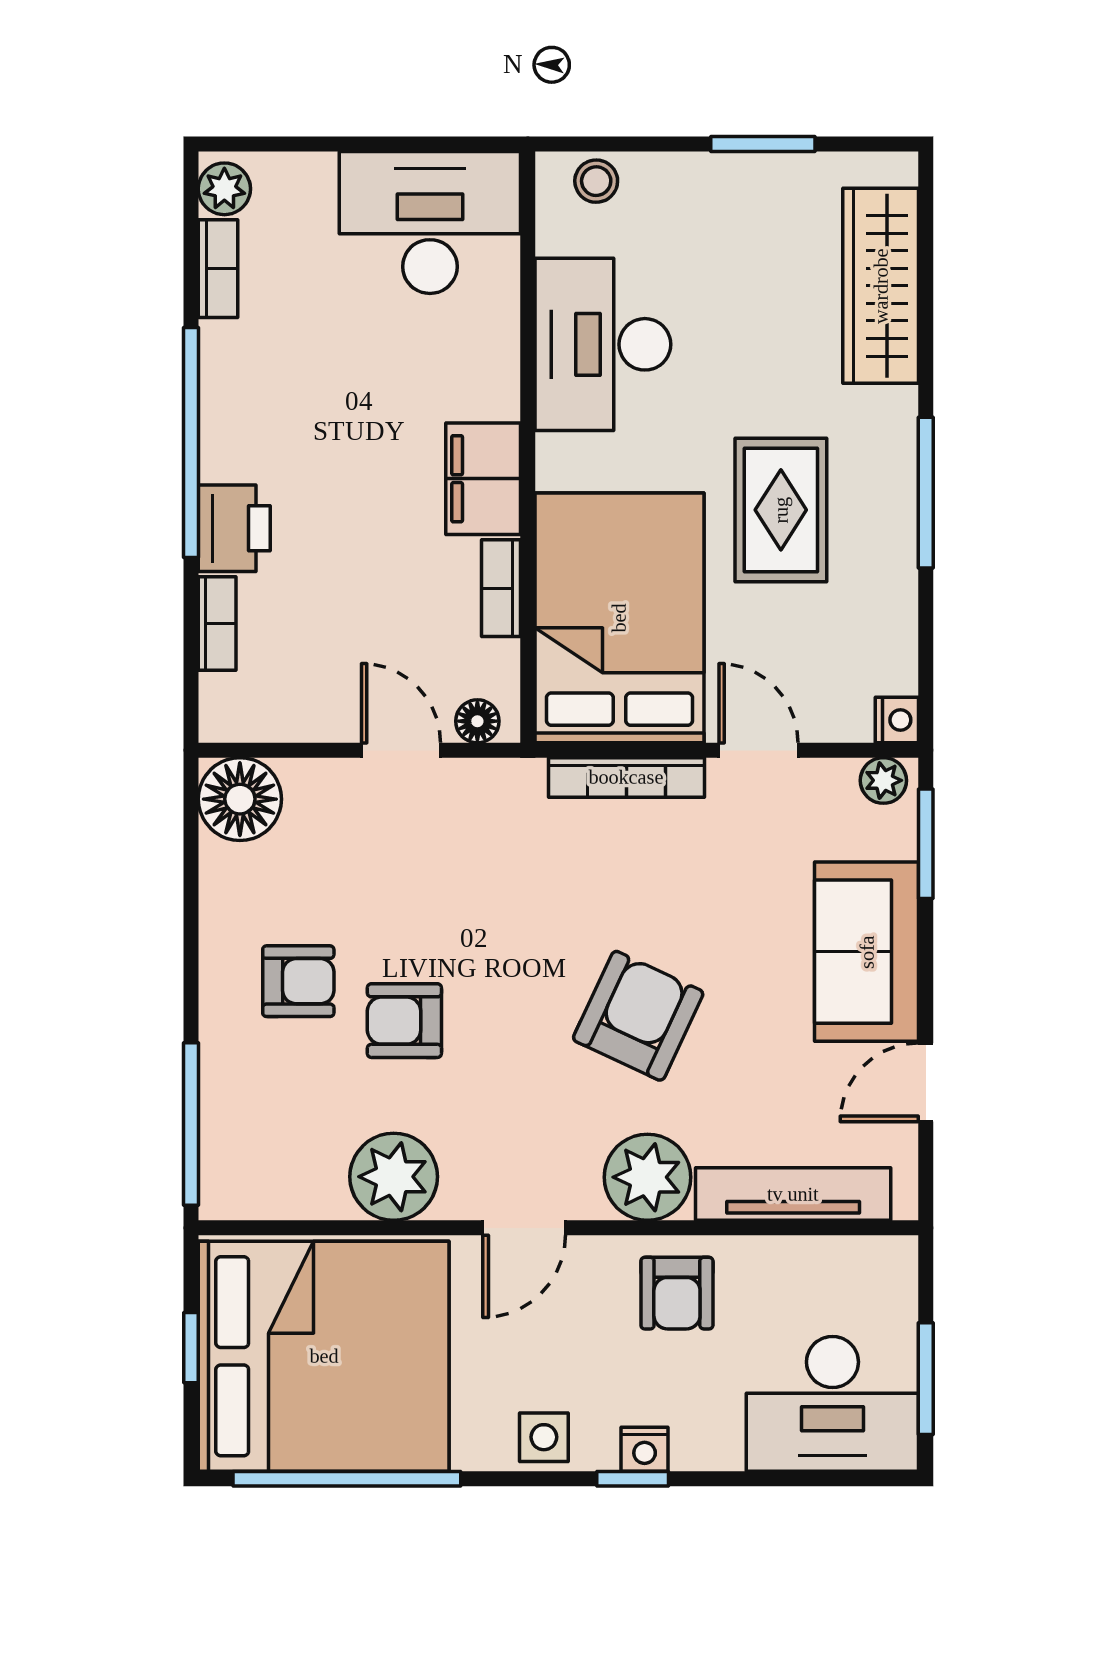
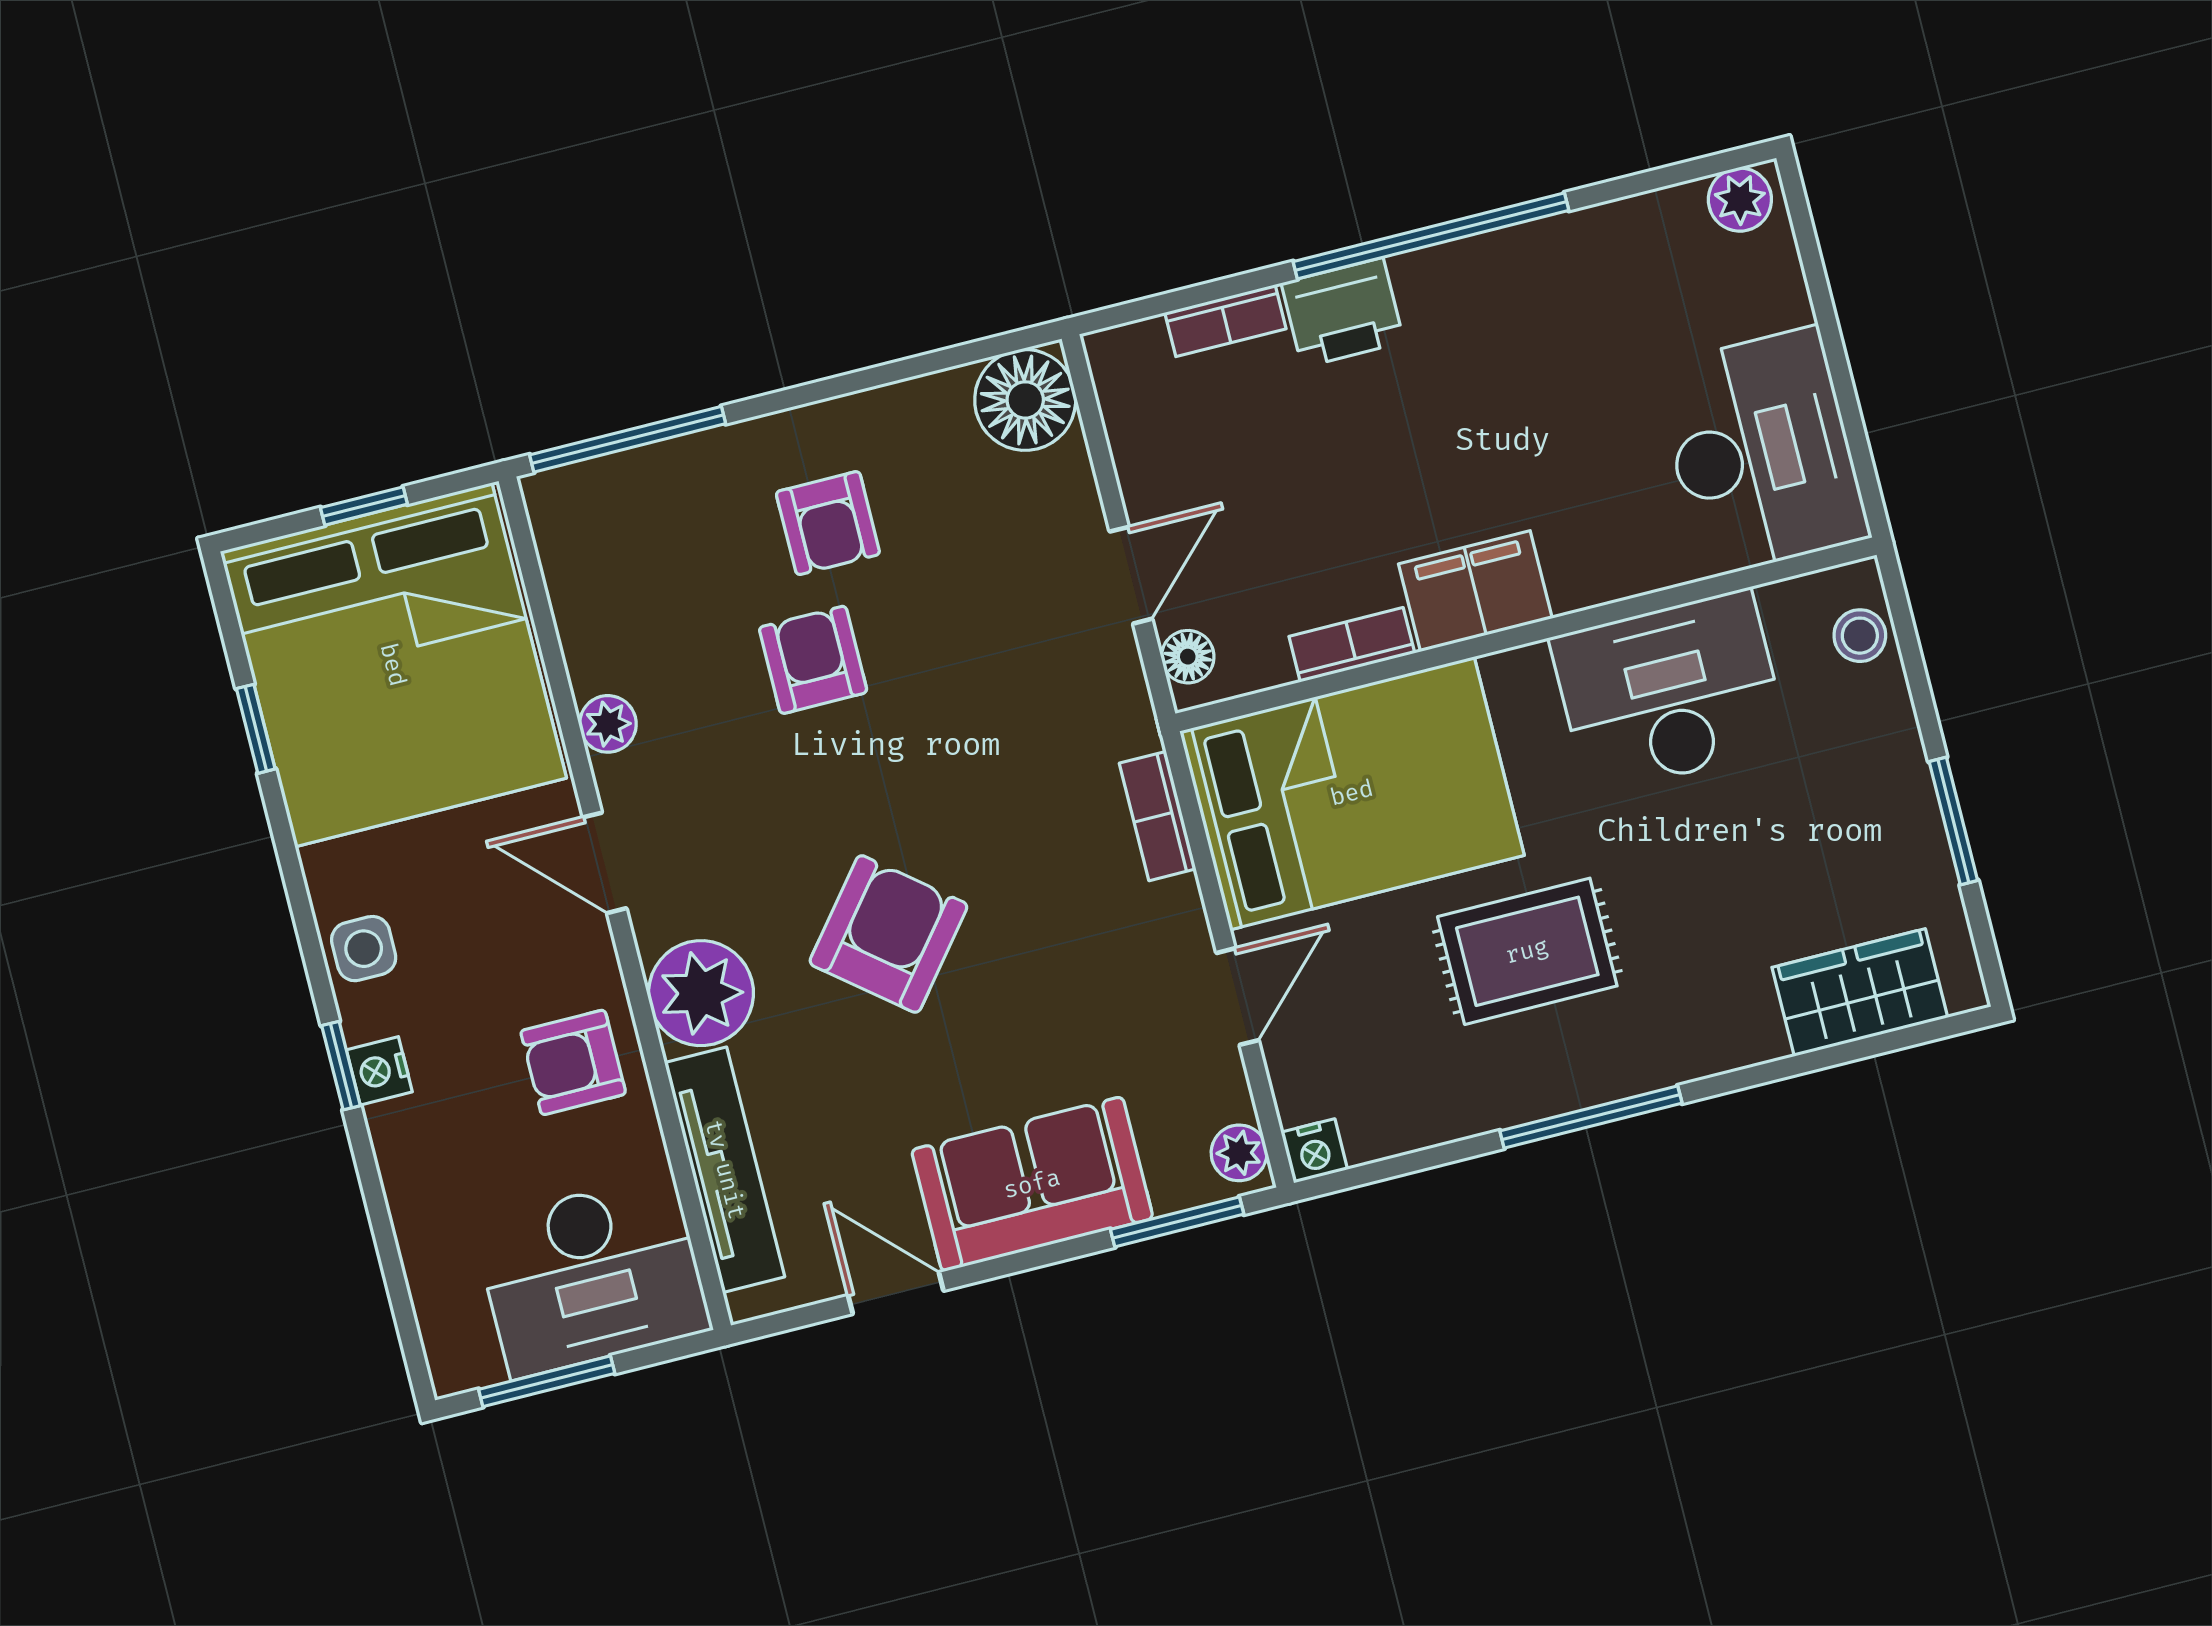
bookcase: (218, 269) -> (1644, 216), removed
wardrobe: (881, 286) -> (1860, 992), width x0.67
bookcase: (626, 777) -> (1158, 816), width x0.64
armchair: (638, 1016) -> (888, 934), turned -76
plant: (394, 1177) -> (608, 724), width x0.53, depth x0.53
desk: (832, 1404) -> (592, 1276), moved, turned -90
window: (347, 1479) -> (256, 729), width x0.32

